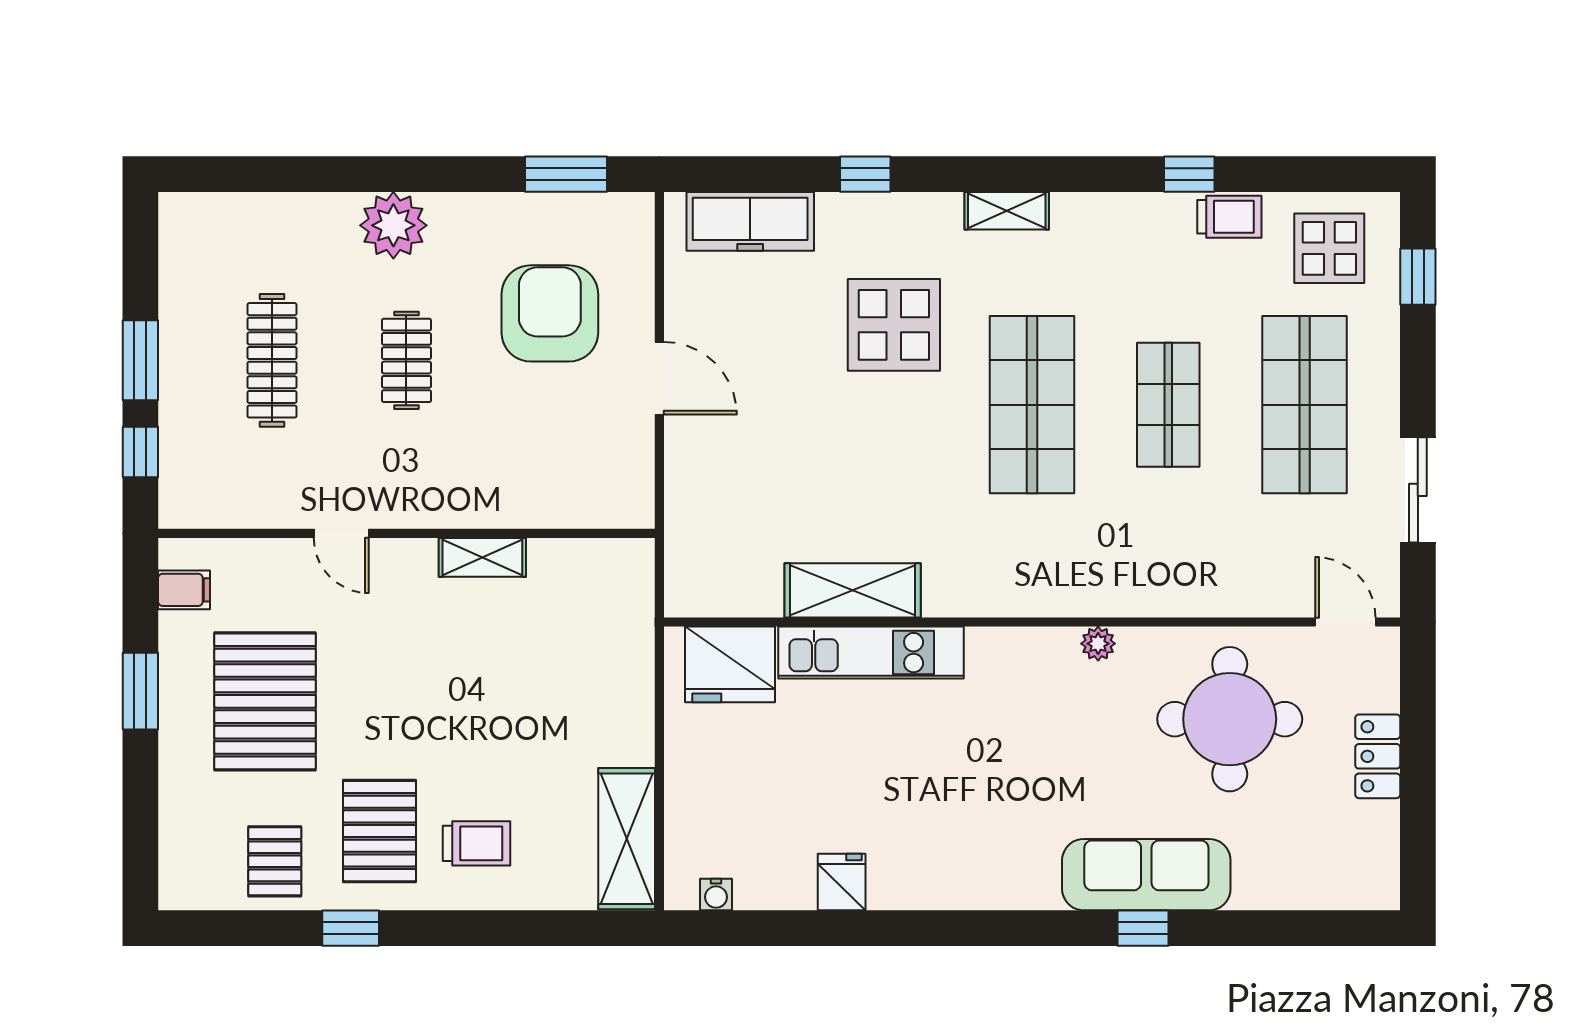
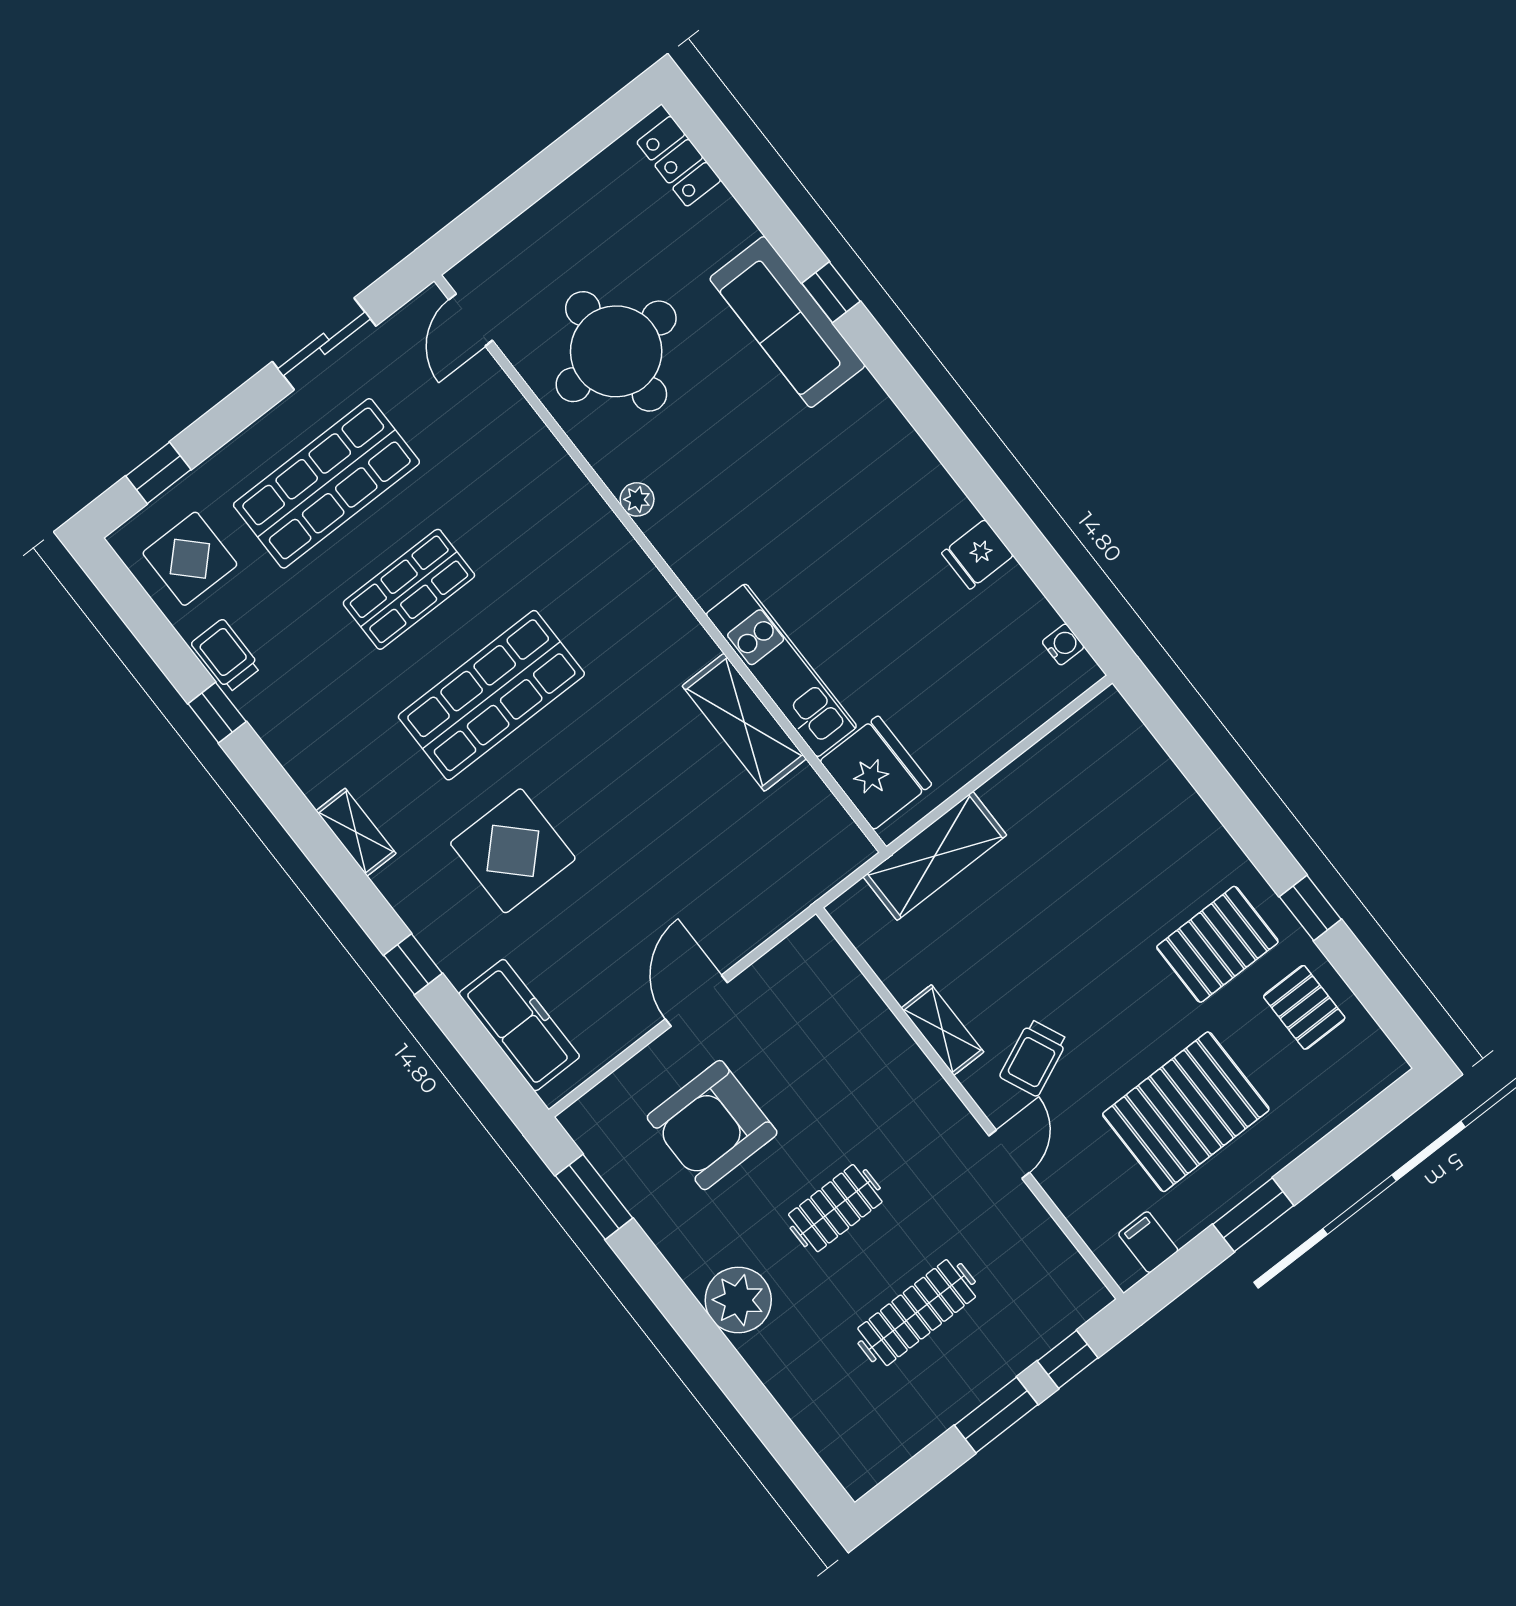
locker: (1378, 756) -> (679, 161), moved, turned 90
shelving: (627, 839) -> (935, 856), moved
trolley: (476, 843) -> (1034, 1058), moved, turned -114
pallet: (275, 861) -> (1304, 1007), turned 90

